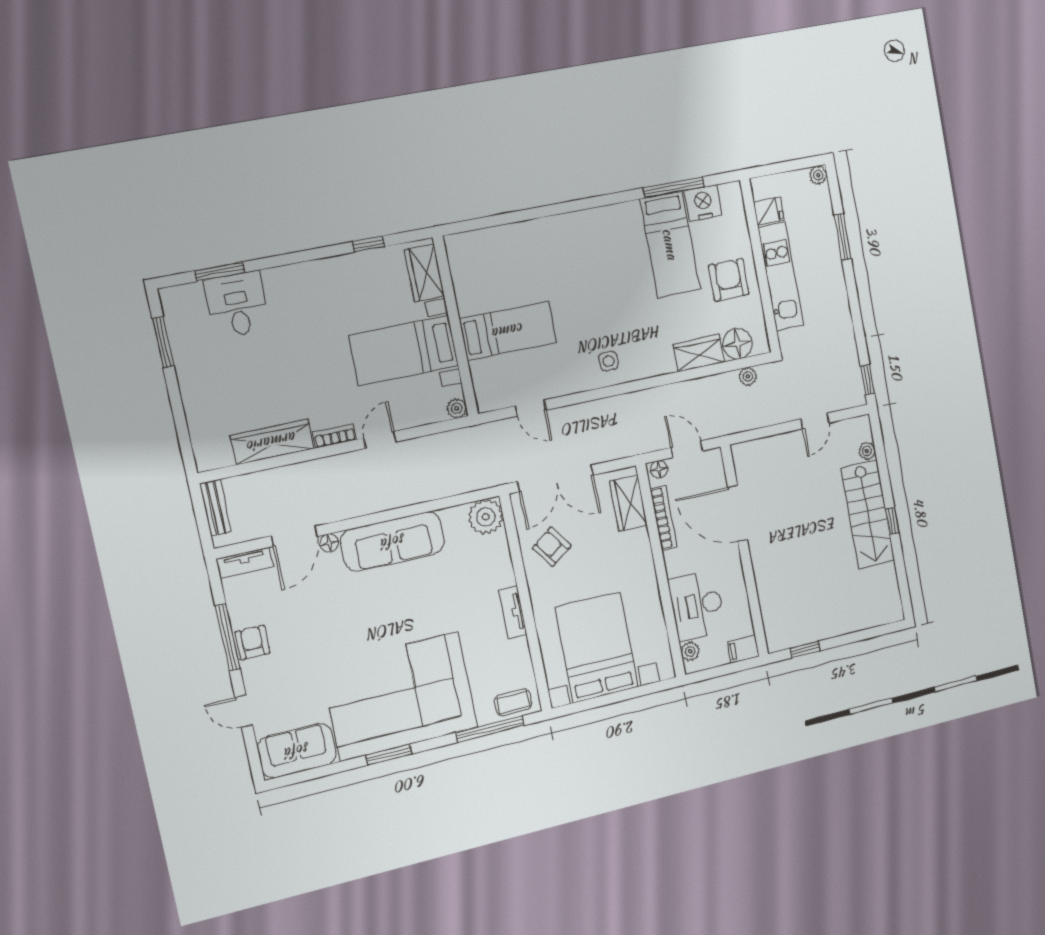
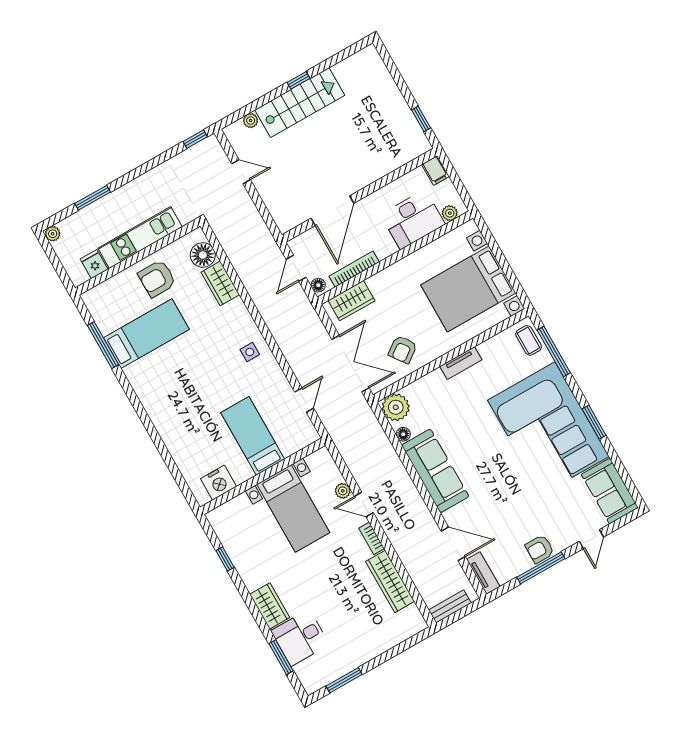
nightstand: (703, 203) -> (219, 483), moved, turned -90
wardrobe: (424, 273) -> (270, 606), moved, turned -90
plant: (748, 376) -> (225, 238), removed
plant: (457, 408) -> (343, 491), moved
floor lamp: (329, 543) -> (403, 434), moved

